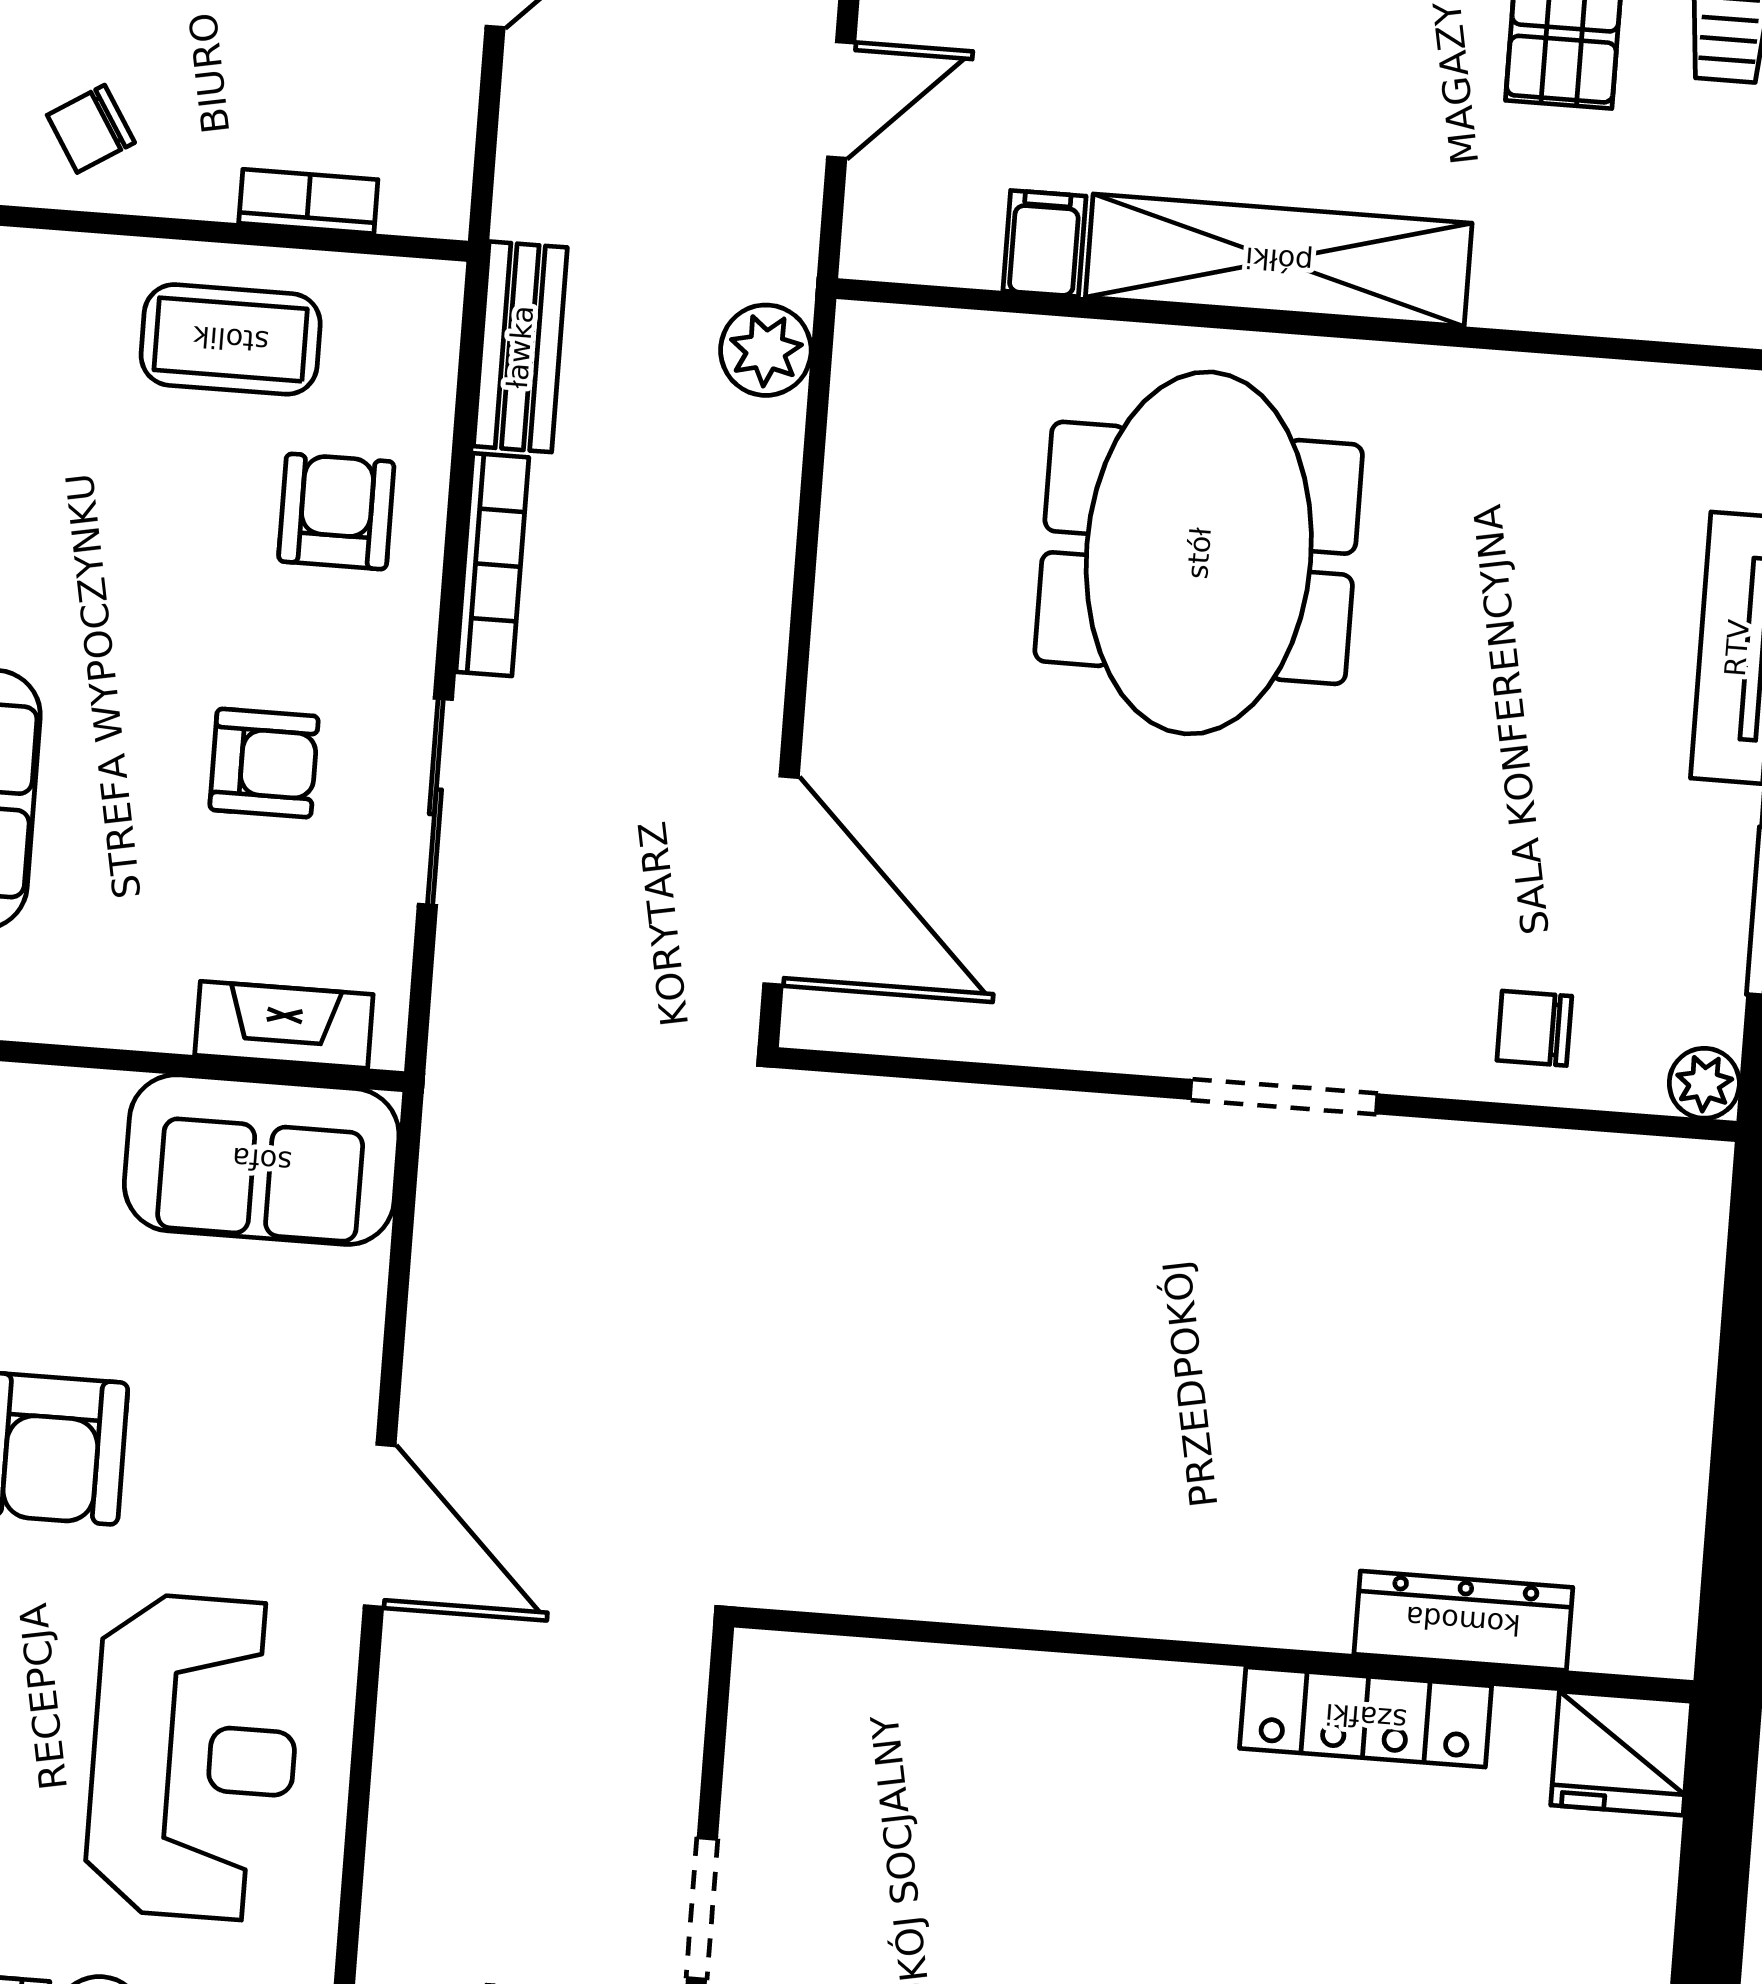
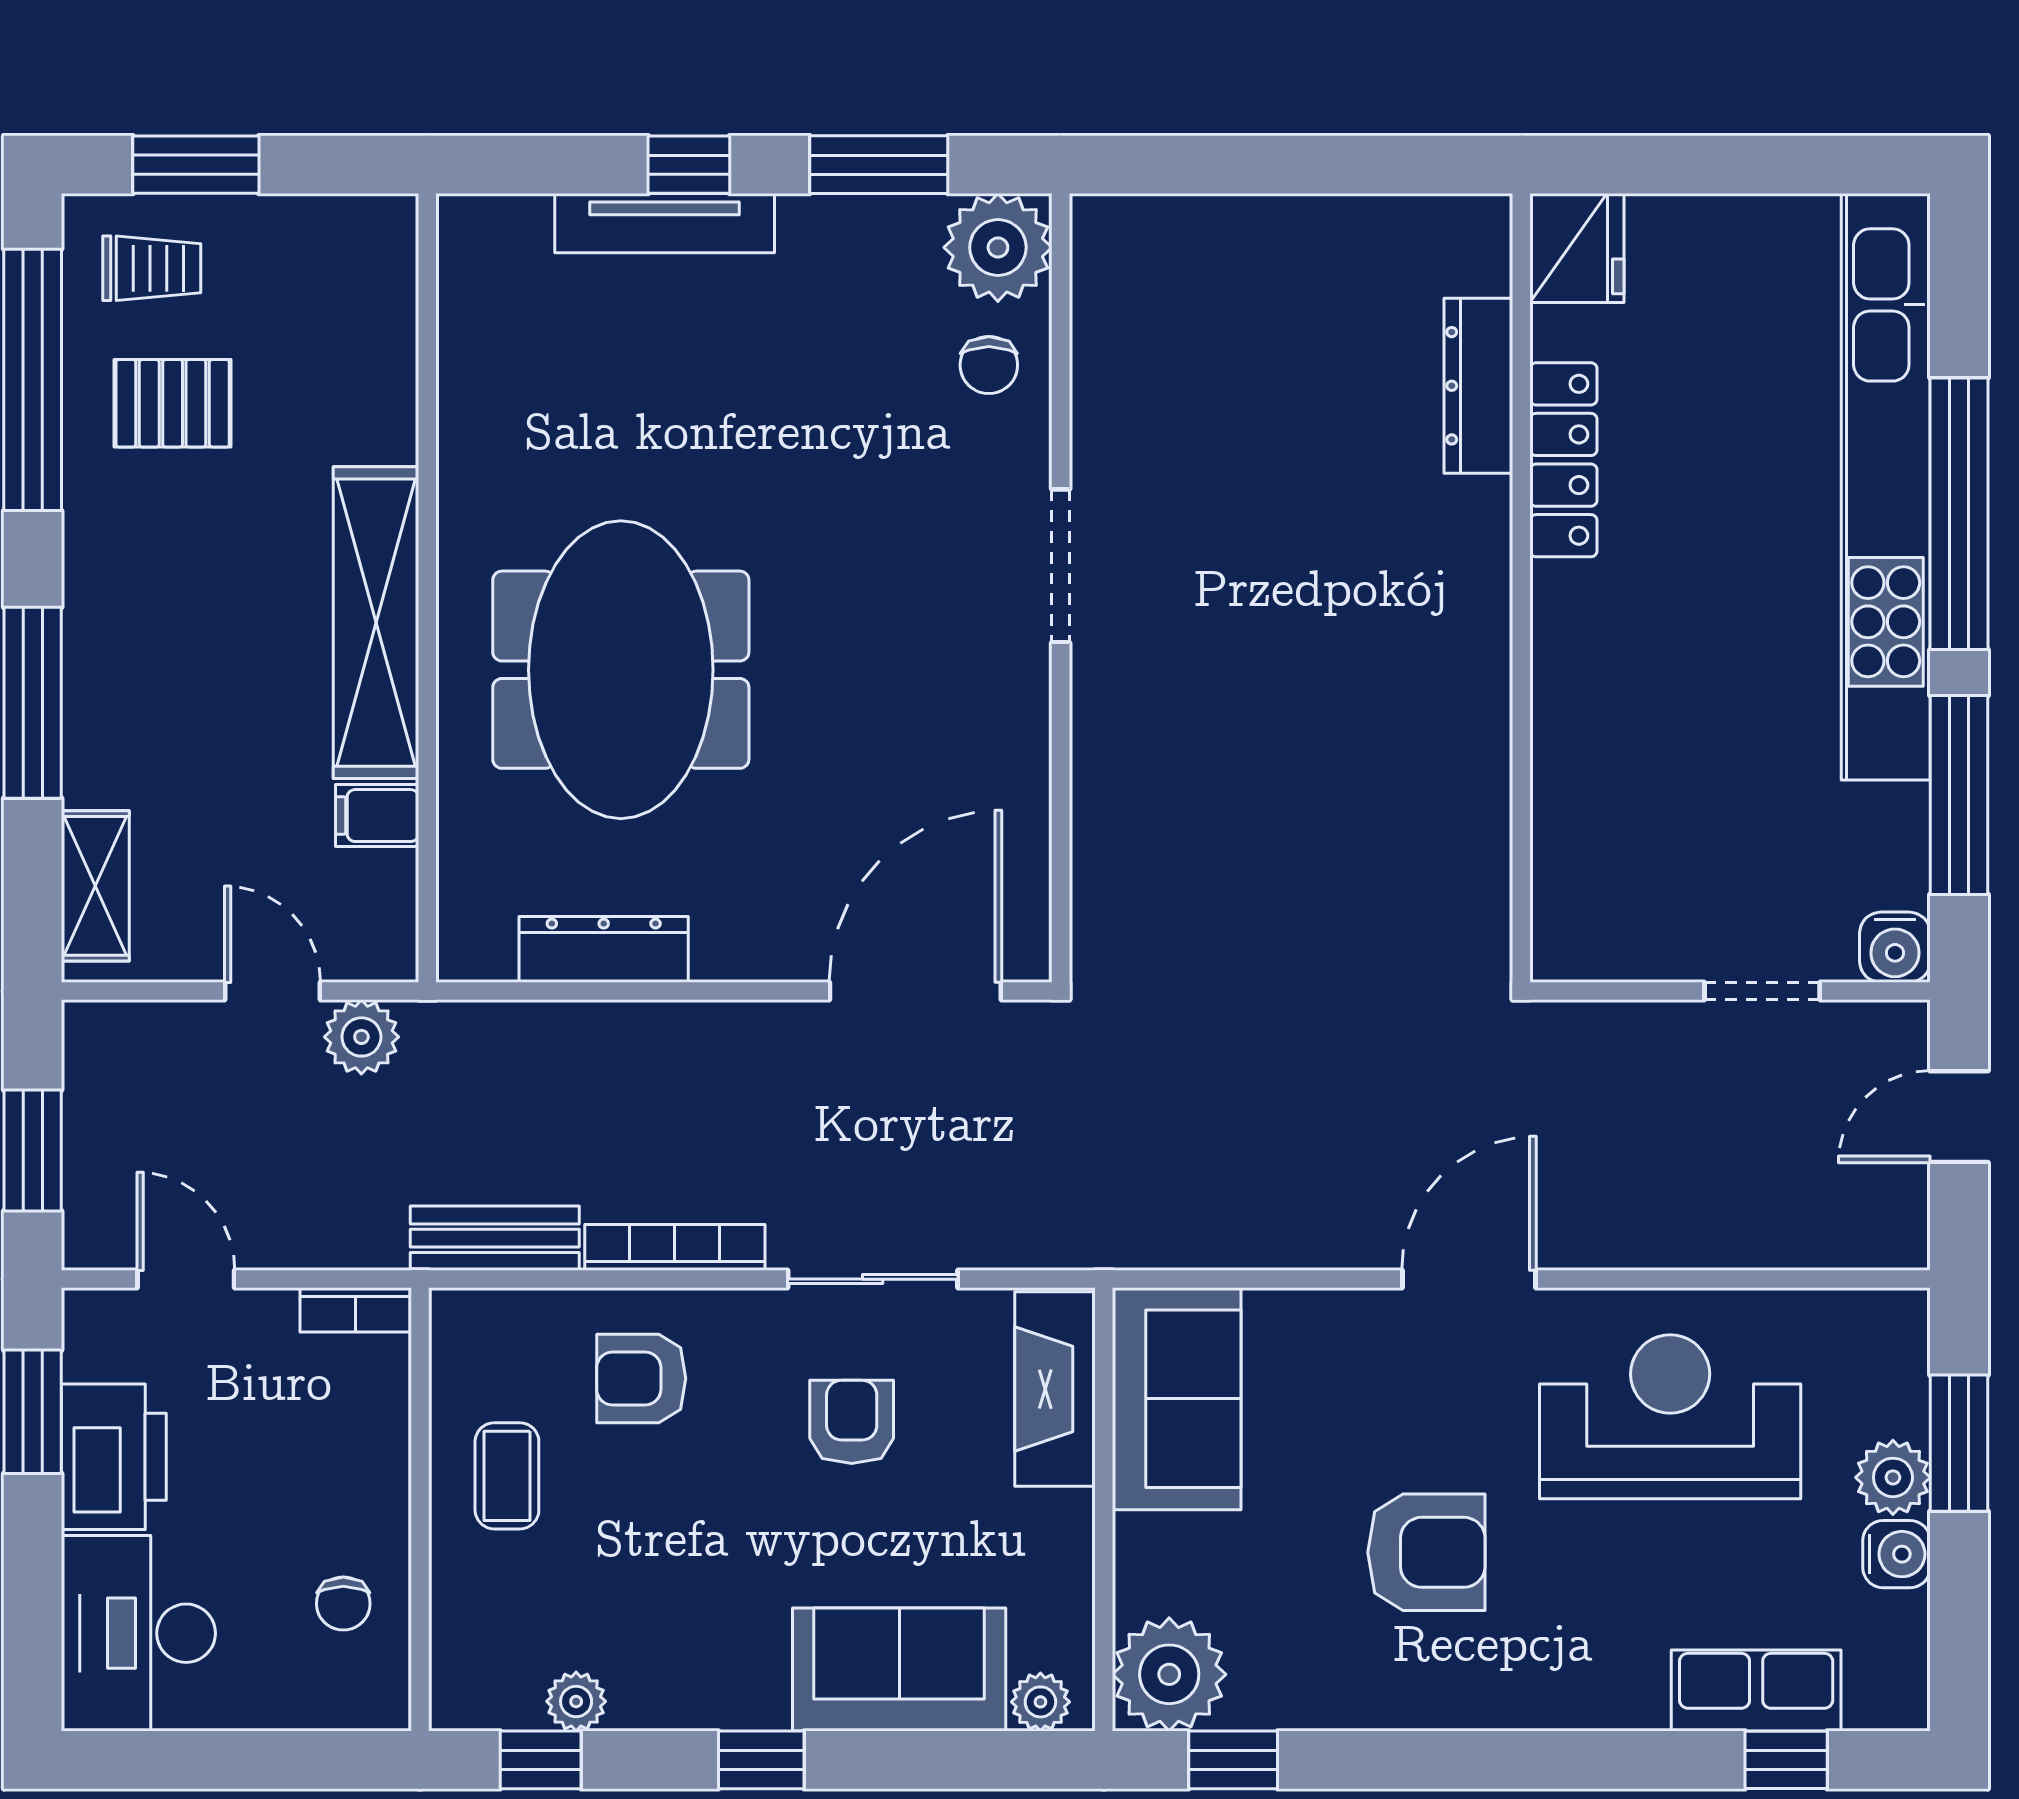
chair: (91, 129) -> (343, 1604), turned 32
bookcase: (308, 201) -> (356, 1310), moved, turned -90
coffee table: (231, 339) -> (507, 1476), width x0.73, depth x0.77
plant: (766, 350) -> (361, 1037), moved
dresser: (861, 506) -> (604, 949), added
meeting table: (1199, 553) -> (621, 670), turned 90
fireplace: (284, 1025) -> (1055, 1389), width x1.37, depth x1.32
plant: (1704, 1083) -> (998, 247), width x1.87, depth x1.87

